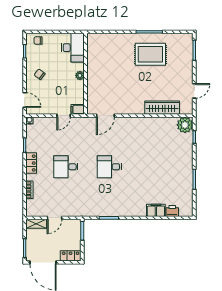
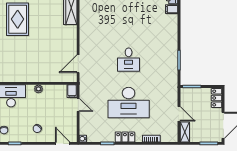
door: (25, 100) -> (63, 143), hinge flipped
door: (105, 116) -> (78, 64), swing flipped
desk: (66, 167) -> (129, 103), width x1.87, depth x1.30
filing cabinet: (156, 210) -> (172, 9), width x0.50

